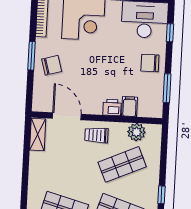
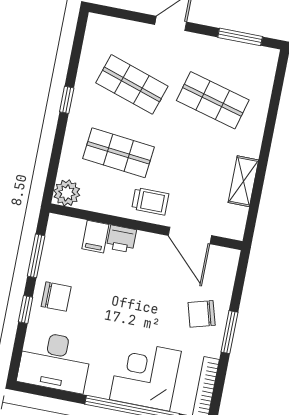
window: (170, 33) -> (26, 309), moved
plant: (136, 132) -> (67, 193), moved
shelving: (38, 135) -> (243, 181), moved
shop shelf: (122, 164) -> (118, 153), turned 30

